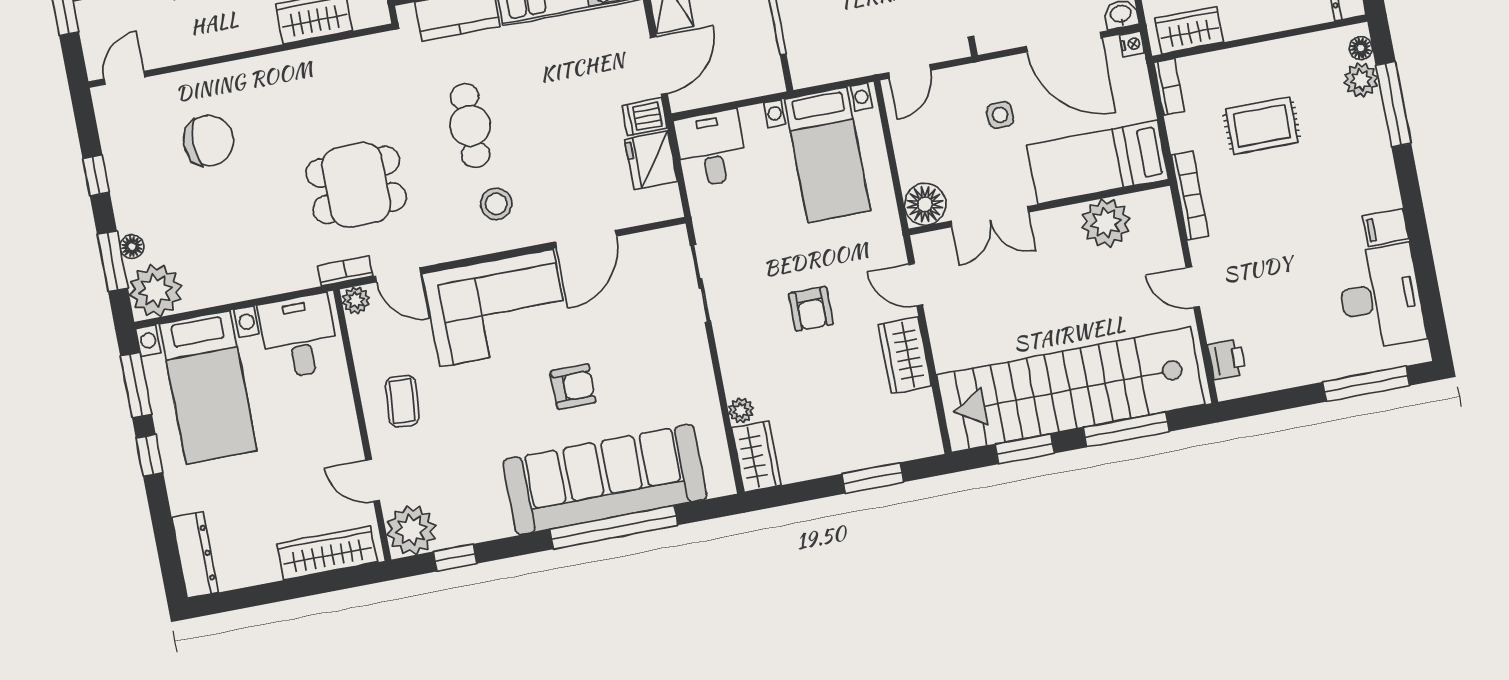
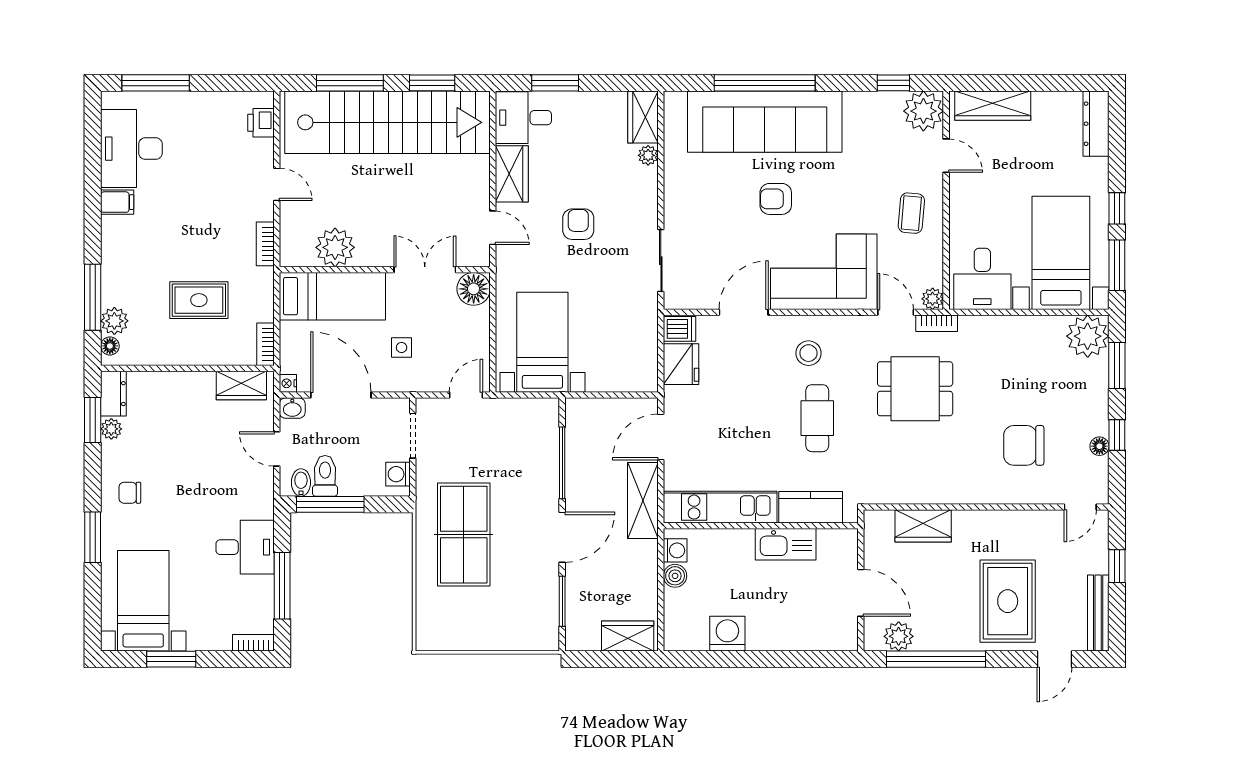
dishwasher: (645, 117) -> (680, 329), moved
desk: (711, 148) -> (523, 118), moved, turned 90
bookcase: (1190, 196) -> (265, 244), width x0.64
floor lamp: (132, 247) -> (1099, 446), moved

